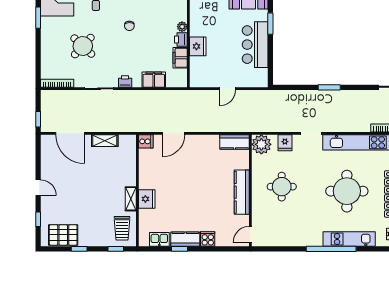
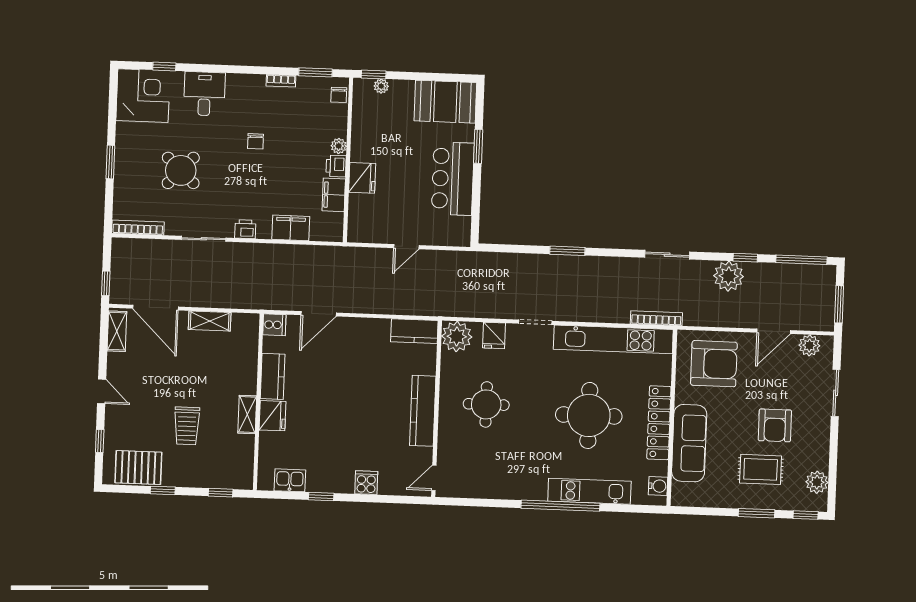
window: (38, 18) -> (110, 162), moved
shelving: (46, 149) -> (117, 331), added
trolley: (122, 228) -> (187, 426), moved
kitchen counter: (185, 239) -> (273, 376), moved, turned 90

